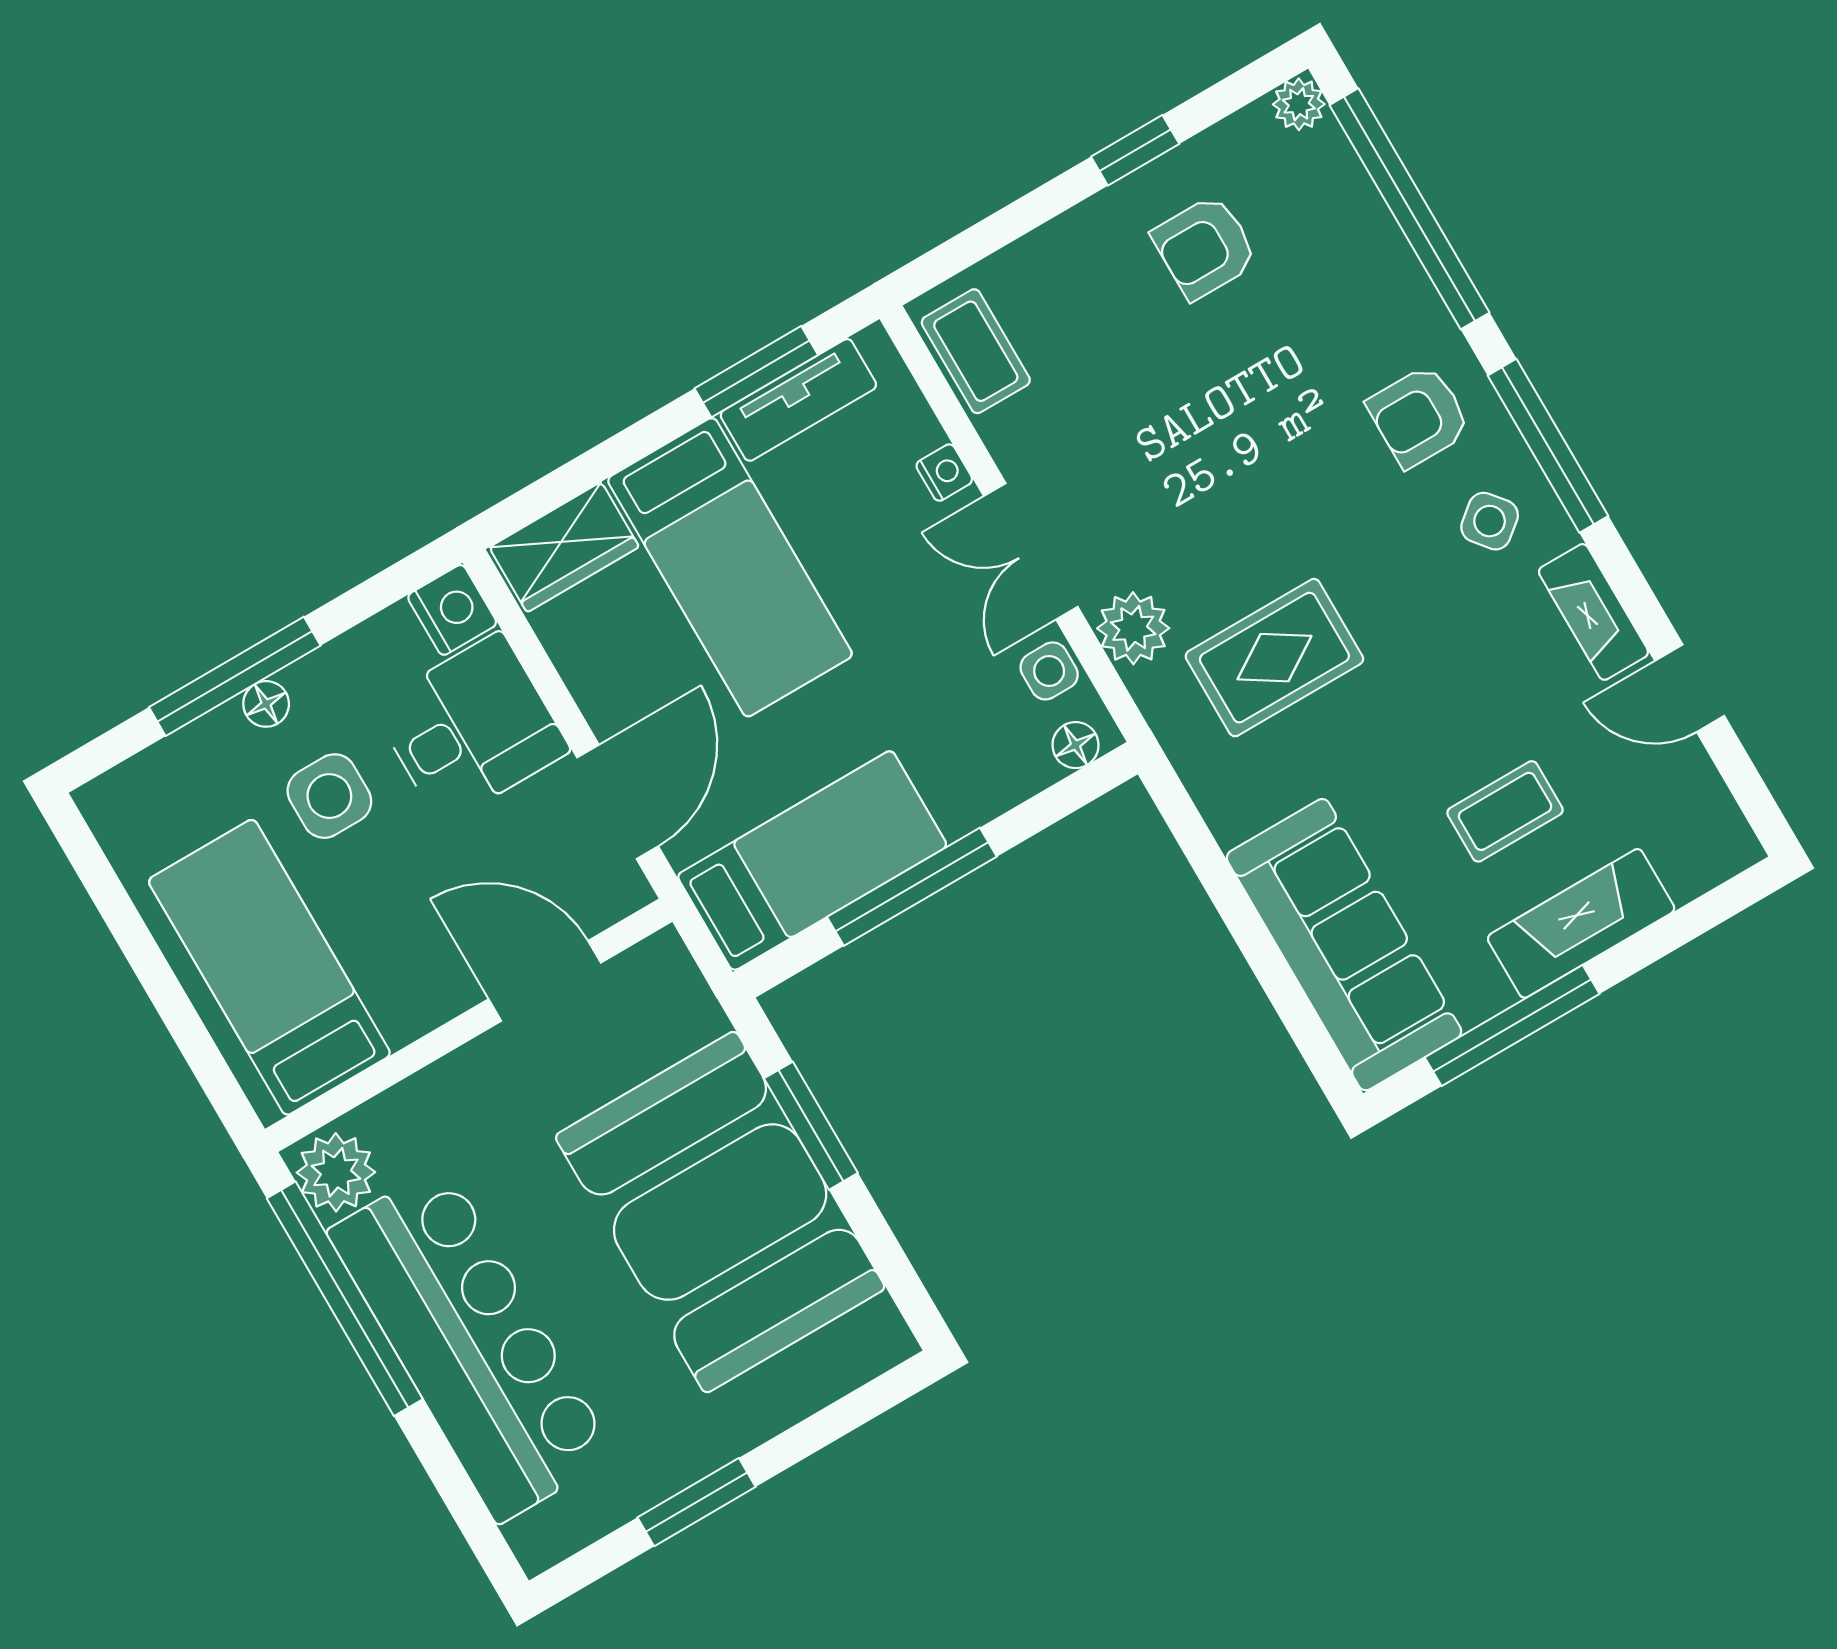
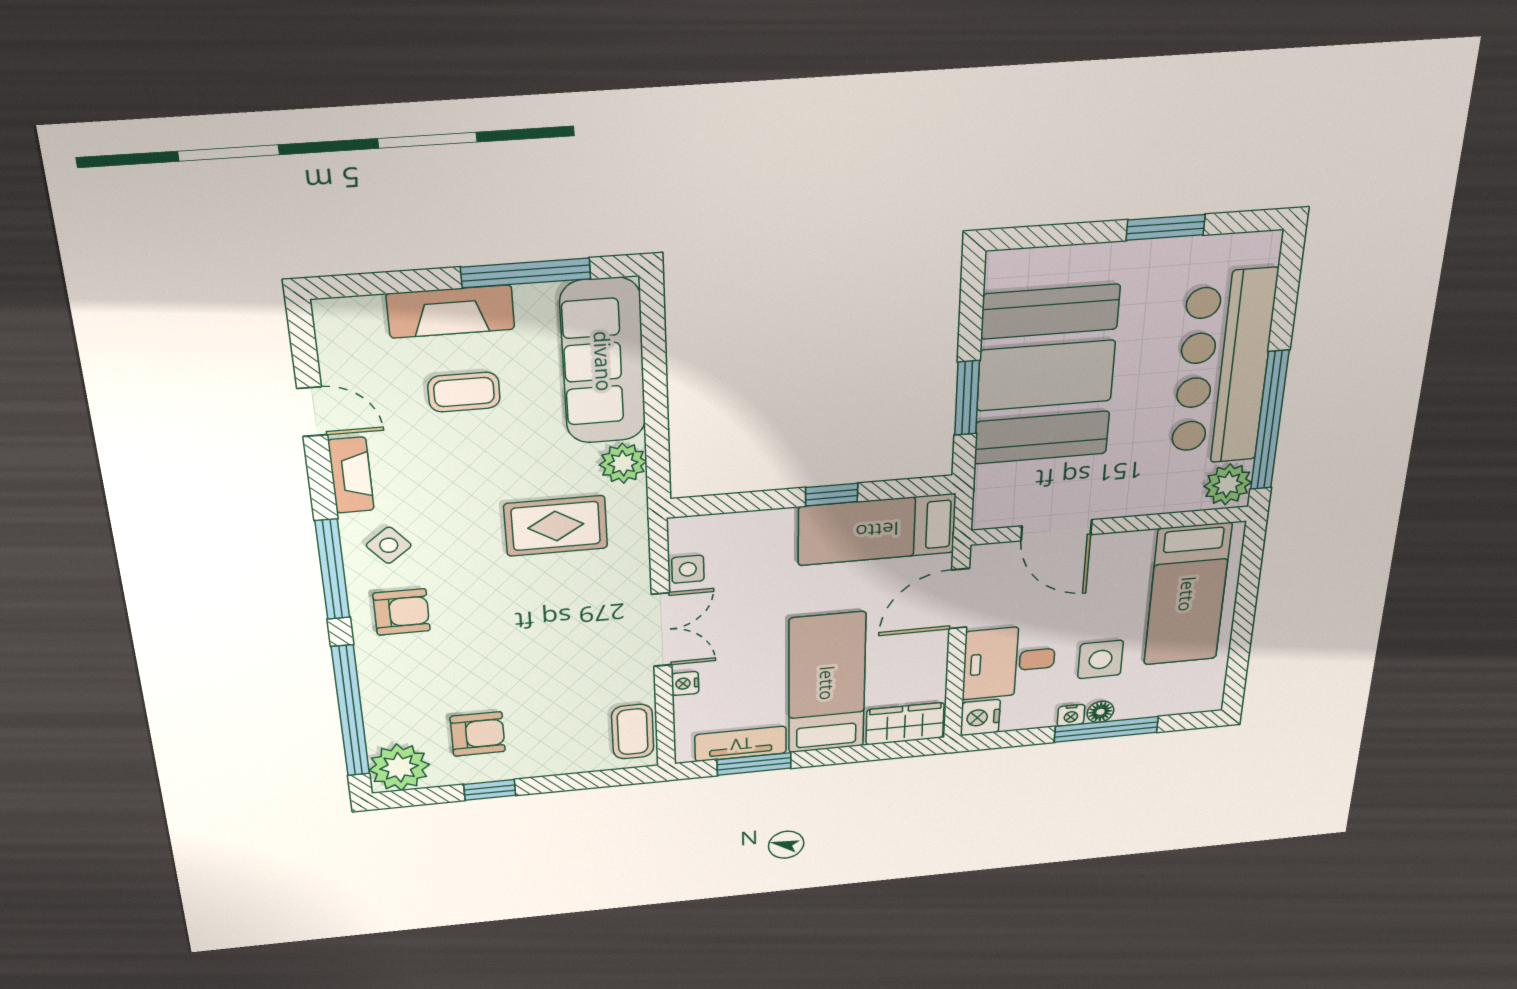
plant: (1299, 104) -> (399, 767), width x1.88, depth x1.88
plant: (1133, 628) -> (623, 463), moved
nightstand: (309, 677) -> (1071, 715), added
floor lamp: (1076, 745) -> (696, 528), removed
window: (912, 887) -> (832, 495), width x0.46

